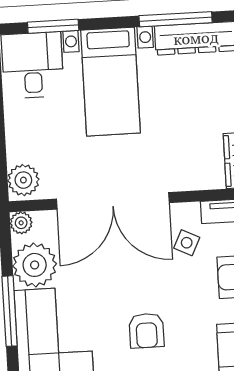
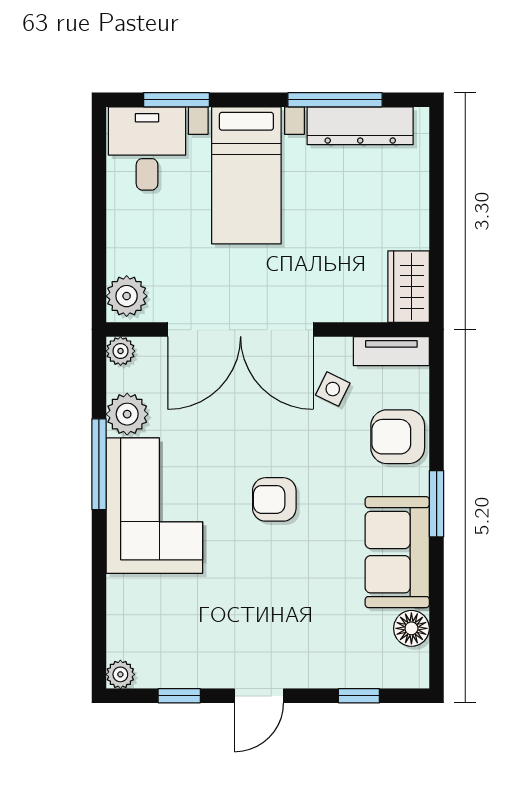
plant: (35, 265) -> (127, 414), width x0.73, depth x0.73
armchair: (146, 331) -> (274, 499), turned 90

